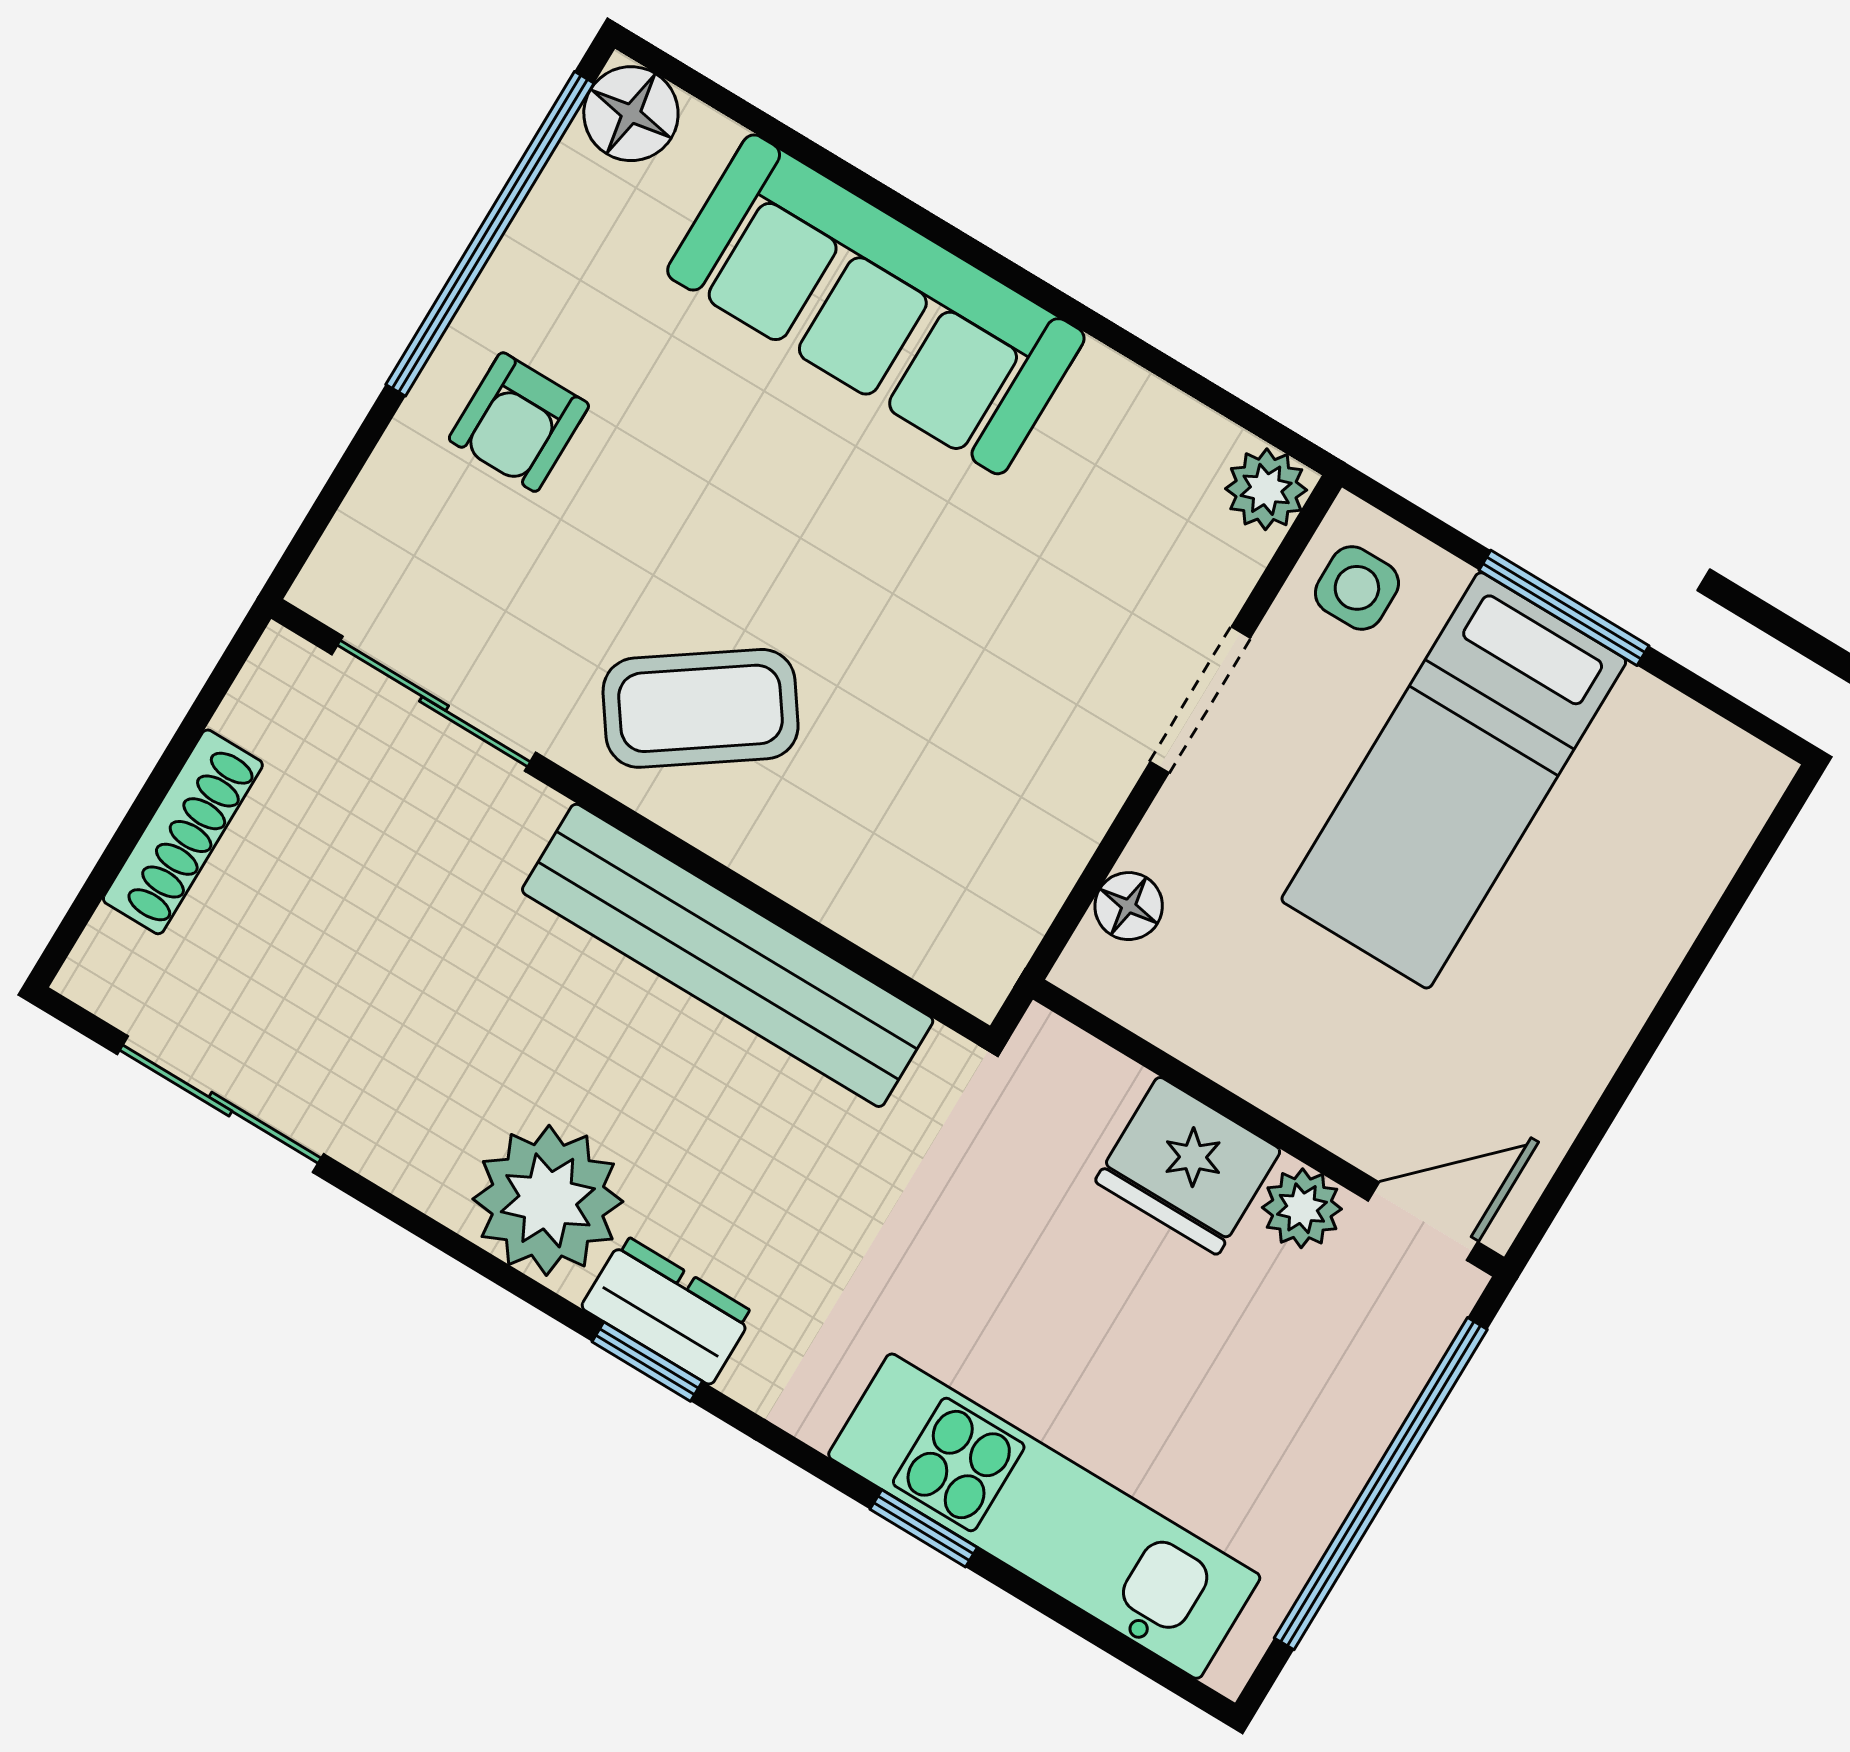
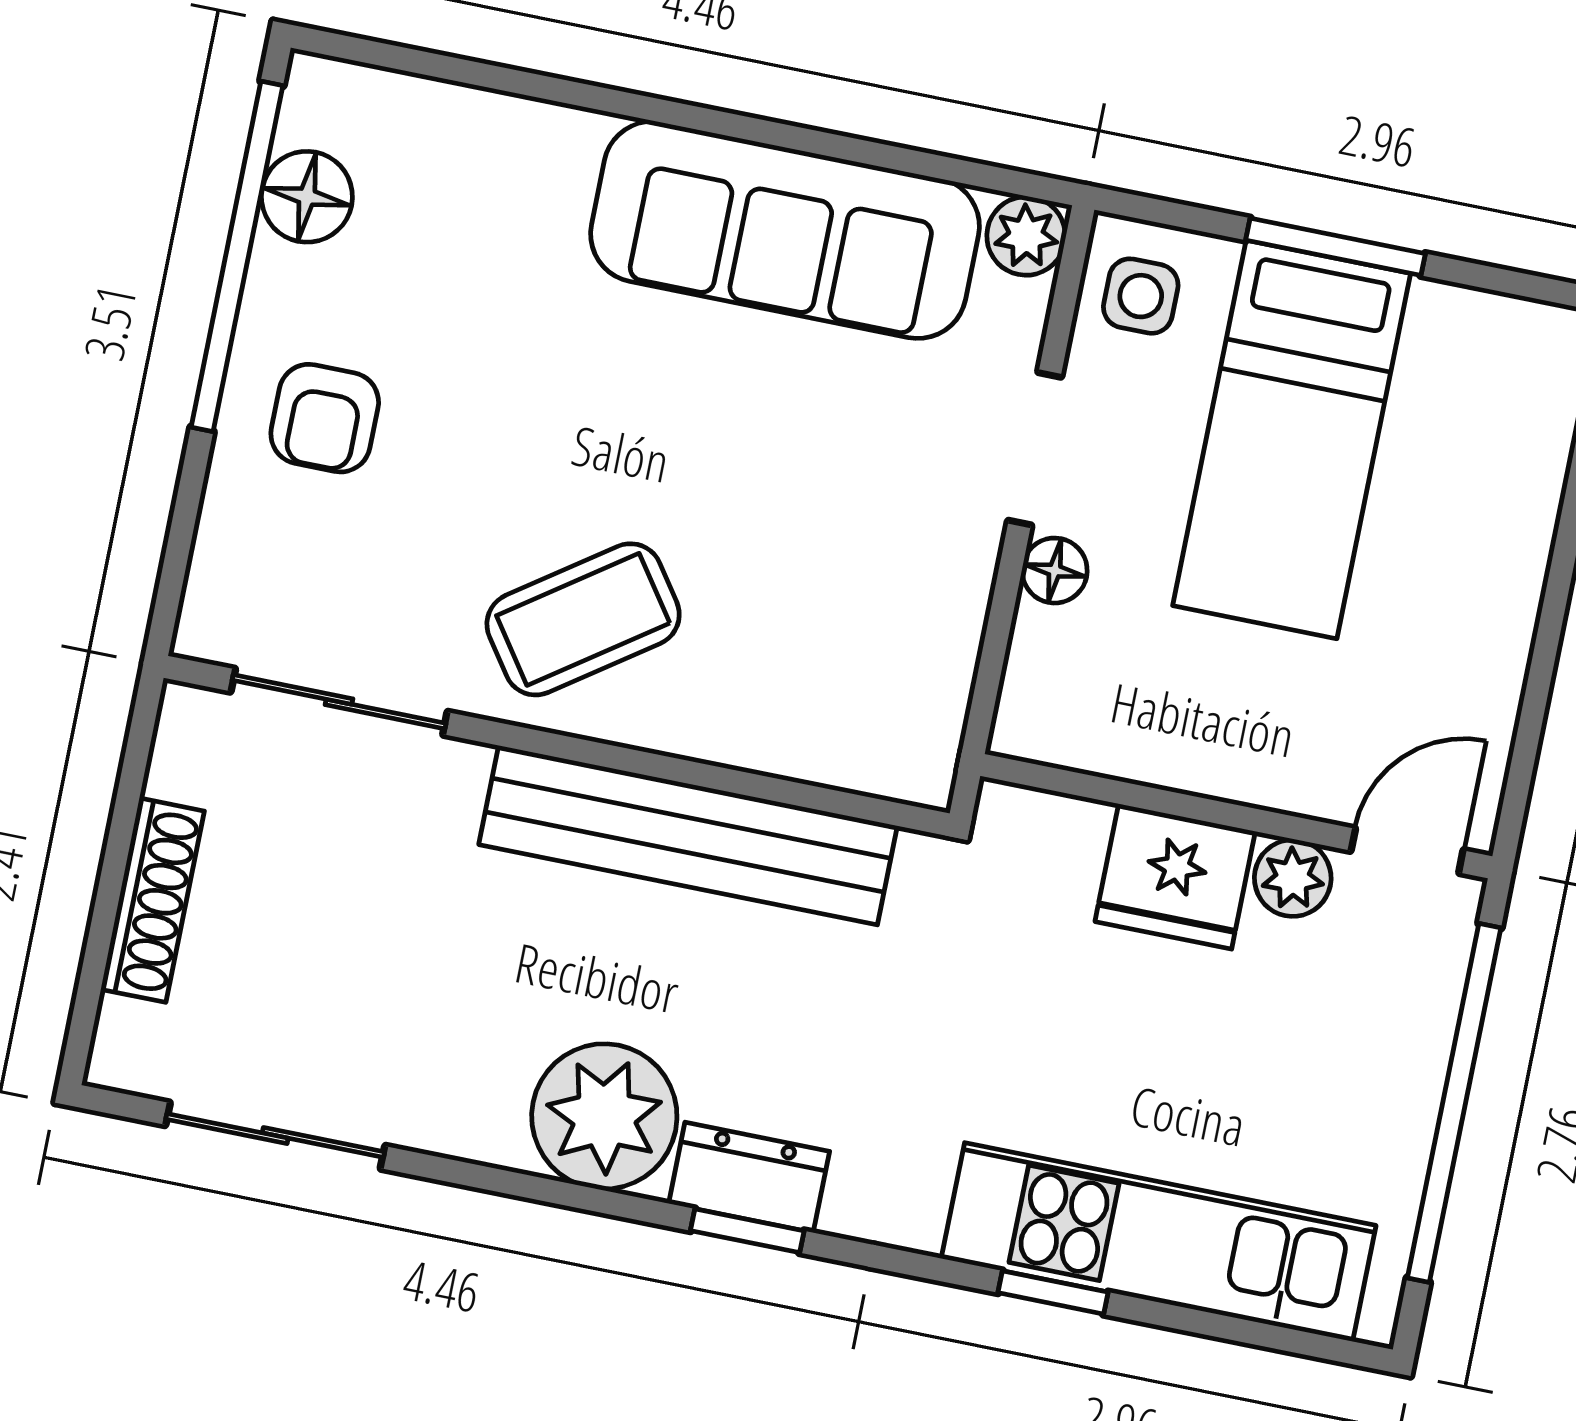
floor lamp: (631, 114) -> (307, 197), moved
sofa: (876, 304) -> (785, 230), moved
floor lamp: (1129, 906) -> (1055, 571), moved

